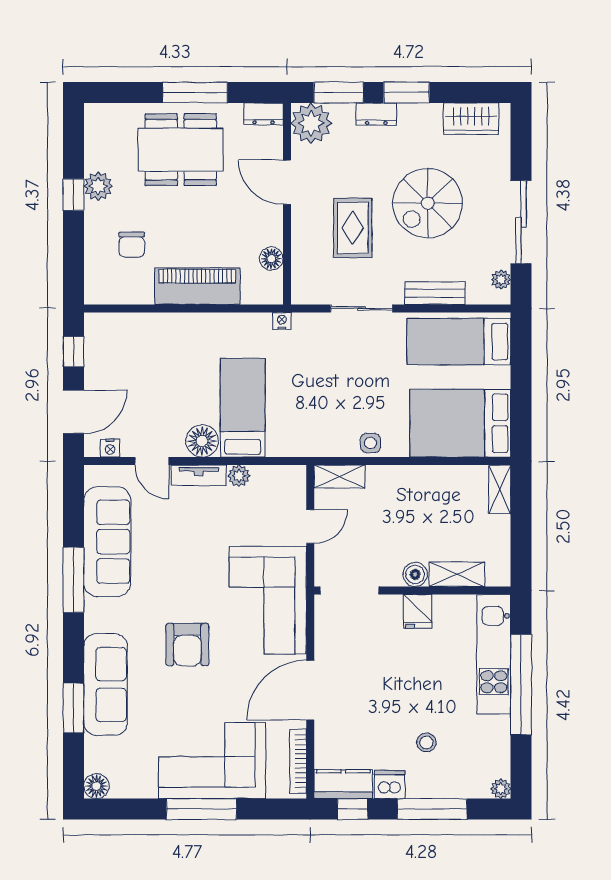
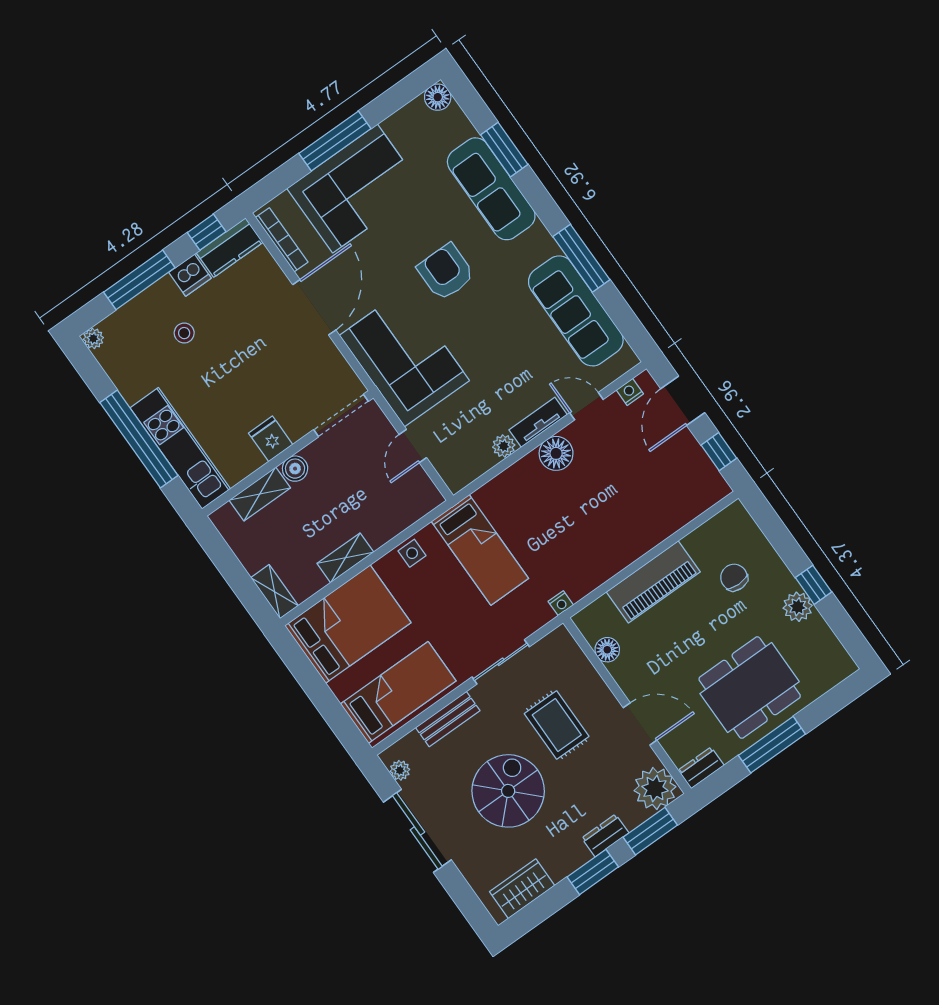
bed: (243, 408) -> (480, 550), moved
shelving: (340, 476) -> (345, 558), moved

